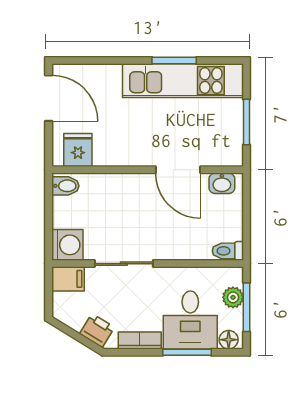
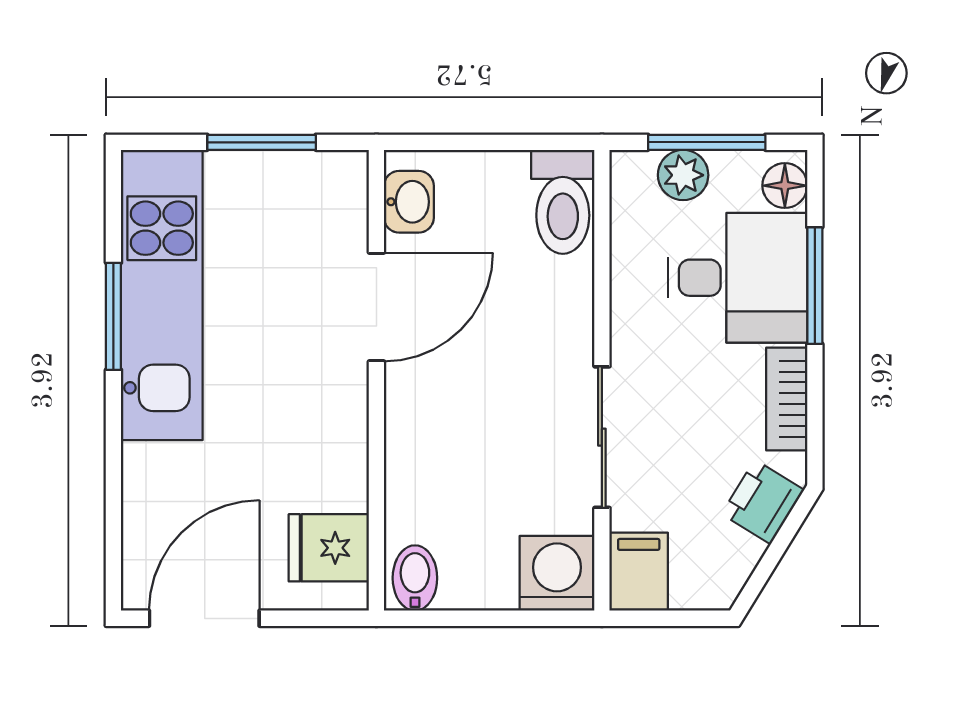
toilet: (228, 251) -> (563, 202), width x1.37, depth x1.39

